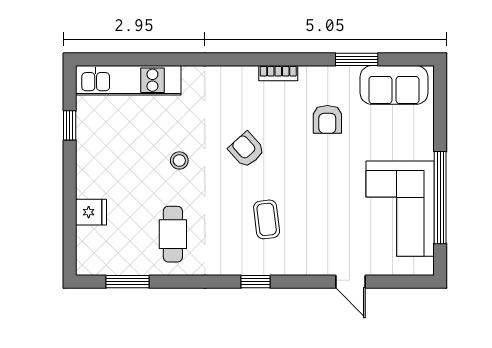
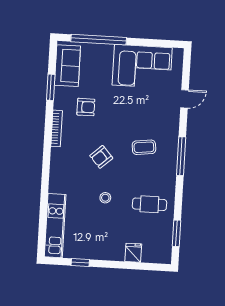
bookcase: (278, 73) -> (57, 128), width x1.56
window: (440, 198) -> (99, 40), moved
window: (256, 282) -> (181, 156), width x2.17

